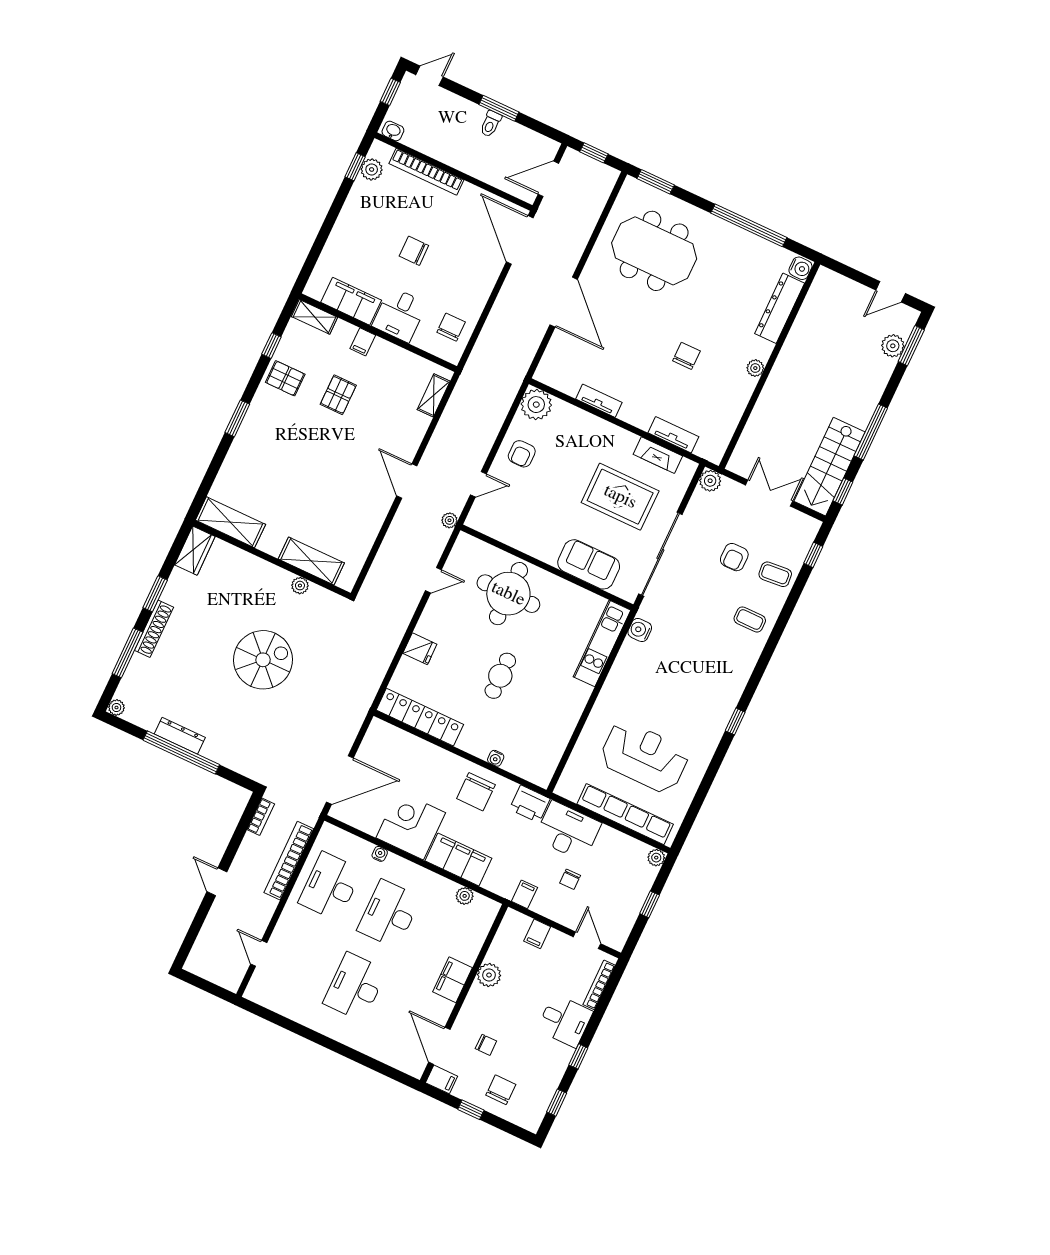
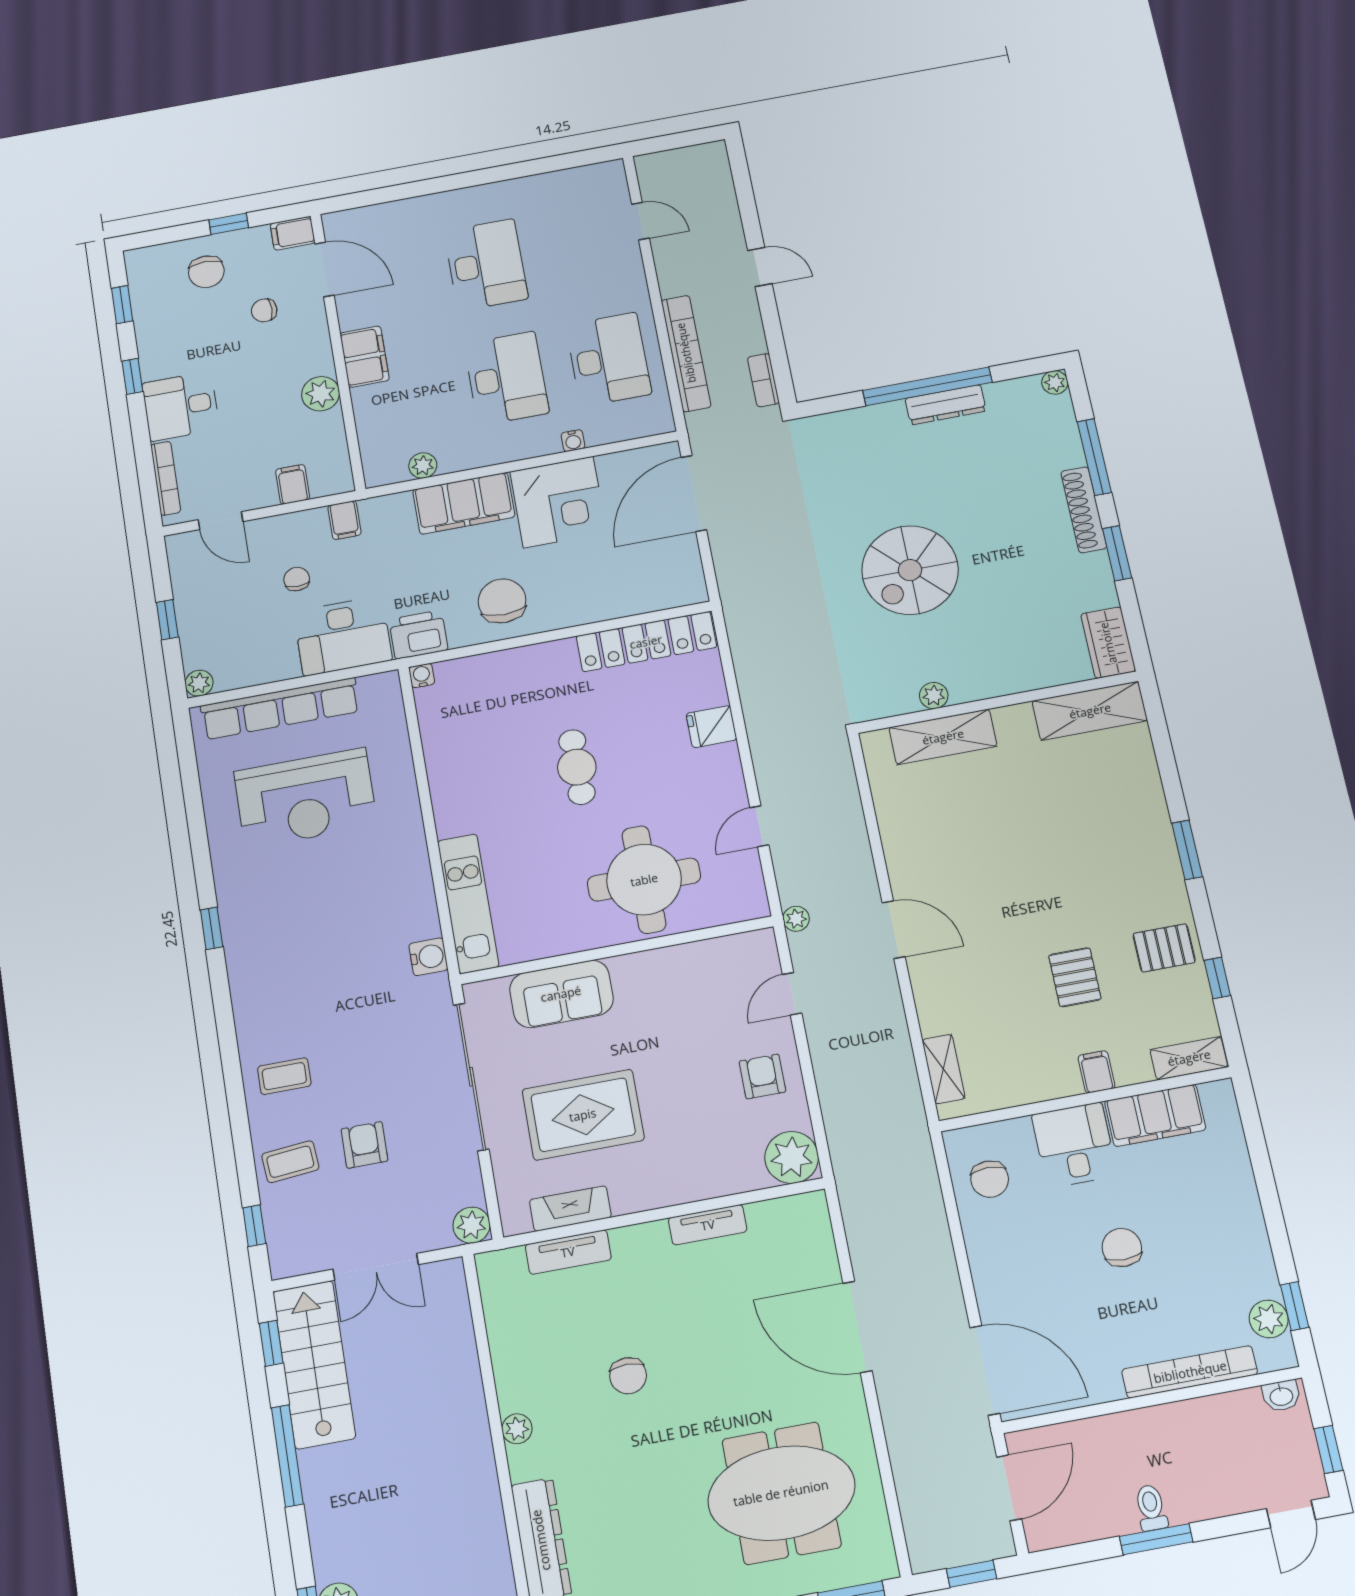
chair: (414, 251) -> (1122, 1248), turned -90
water cooler: (496, 758) -> (422, 676), moved

